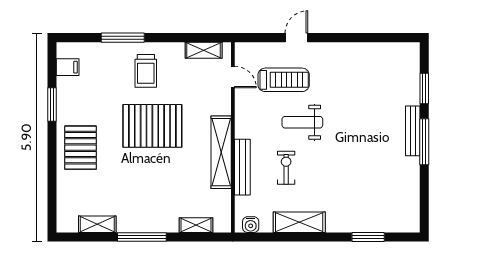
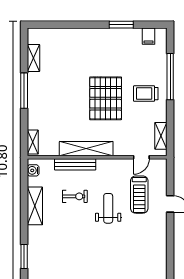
window: (123, 38) -> (170, 77), width x1.46
pallet: (80, 148) -> (90, 46), removed
shelving: (196, 225) -> (33, 142), moved

